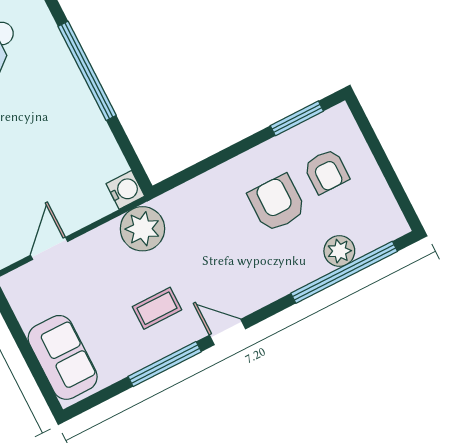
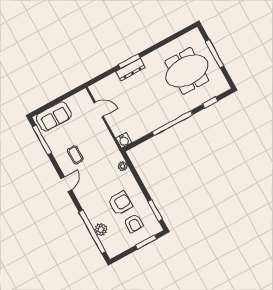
window: (373, 142) -> (146, 242), added
armchair: (326, 171) -> (134, 223), turned -90
plant: (142, 229) -> (123, 166), moved, width x0.53, depth x0.53
window: (165, 364) -> (42, 140), moved

